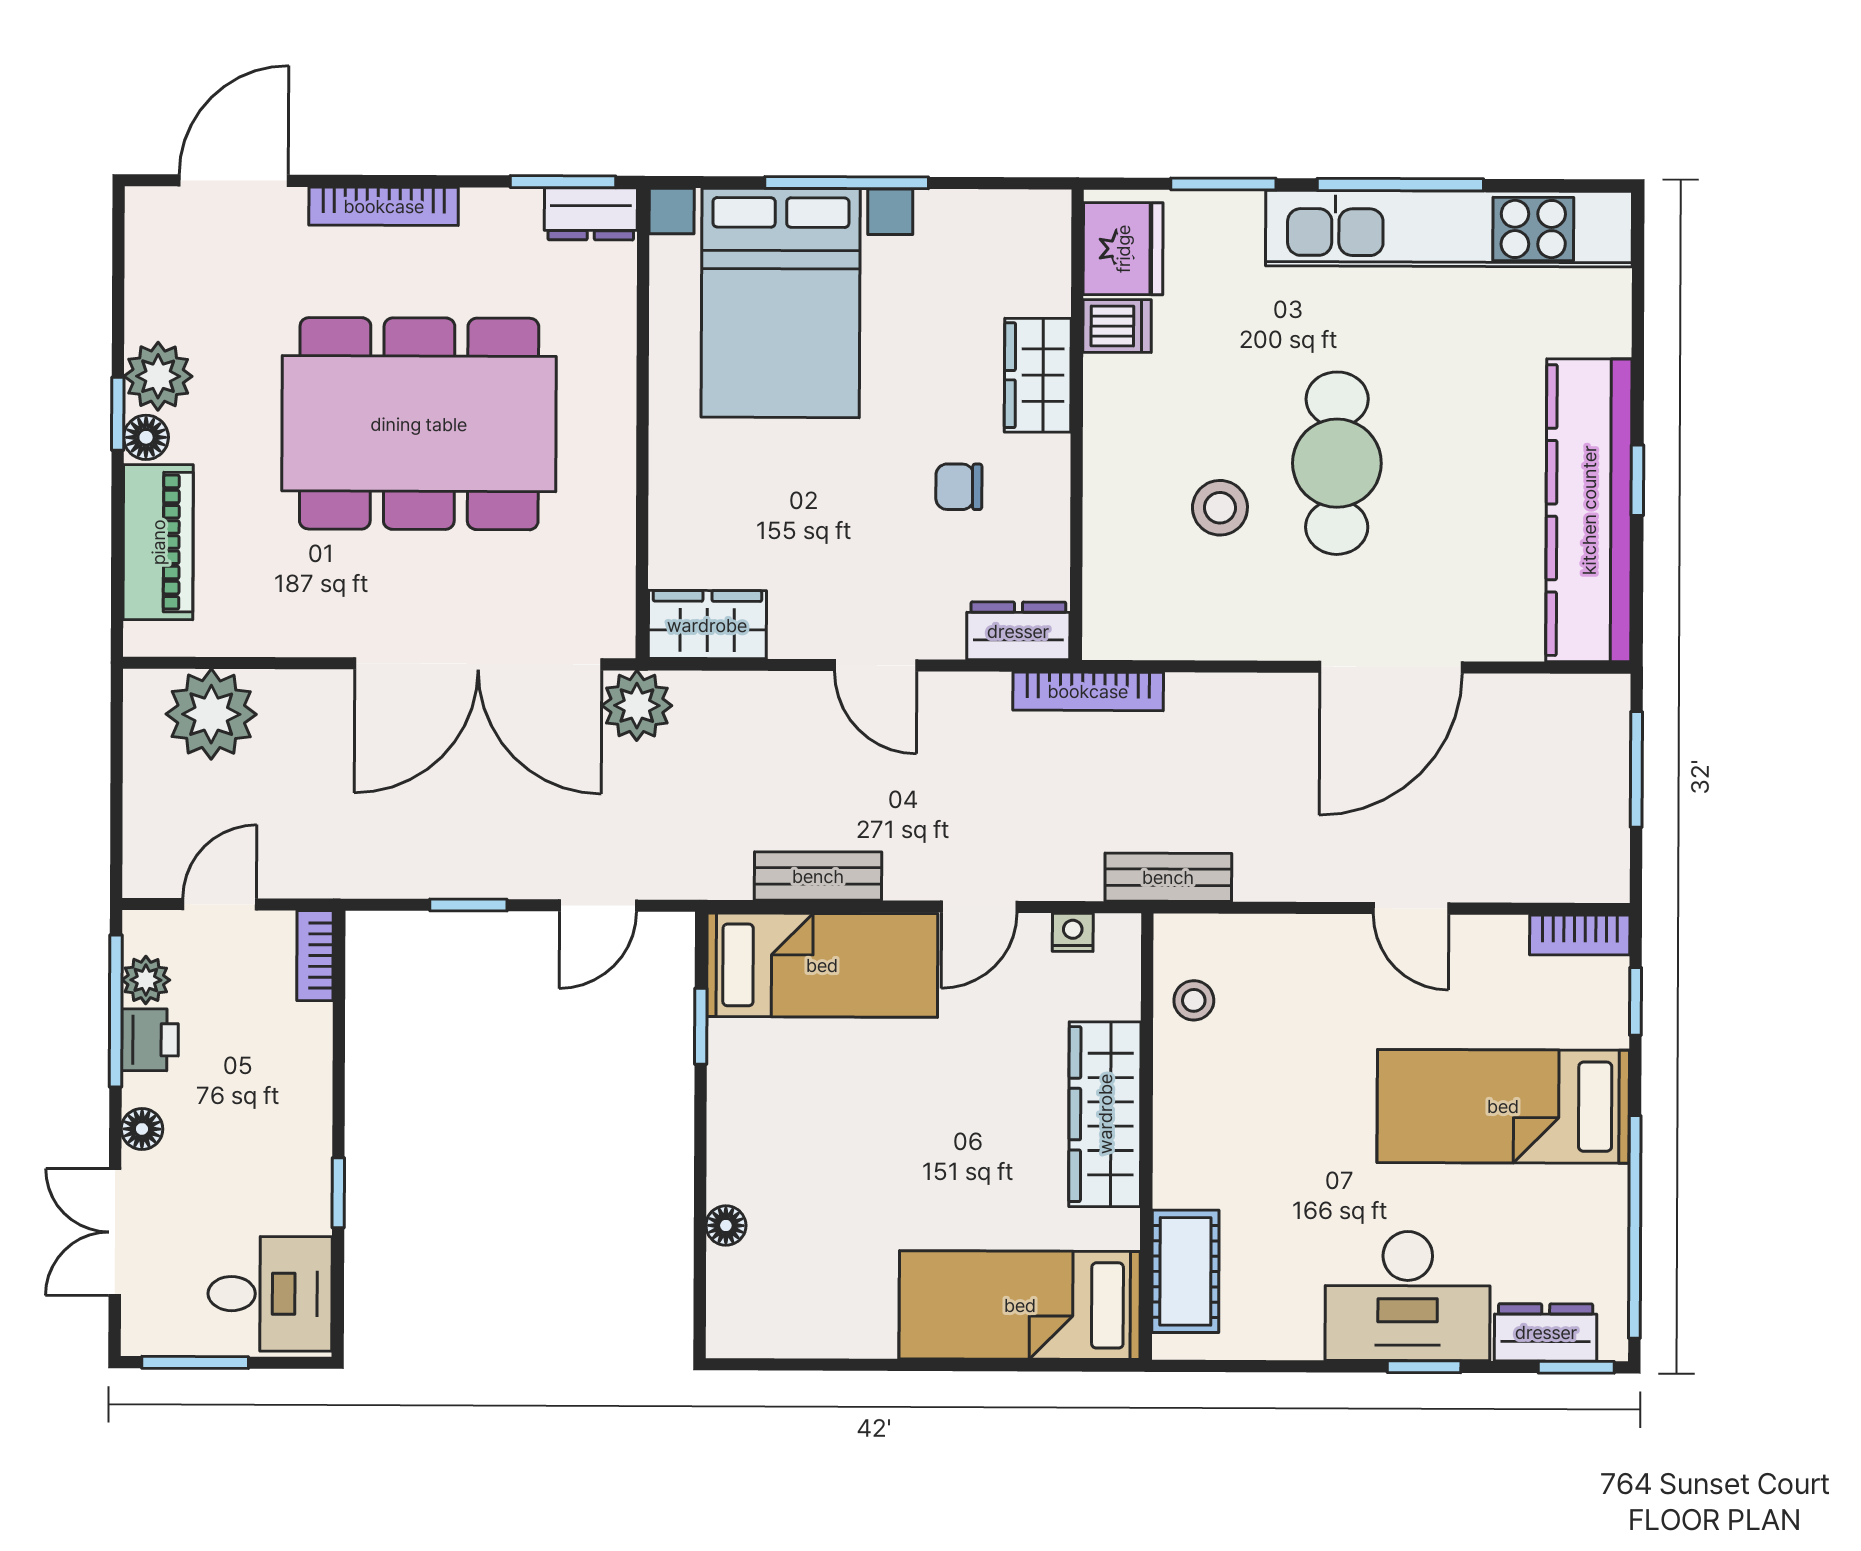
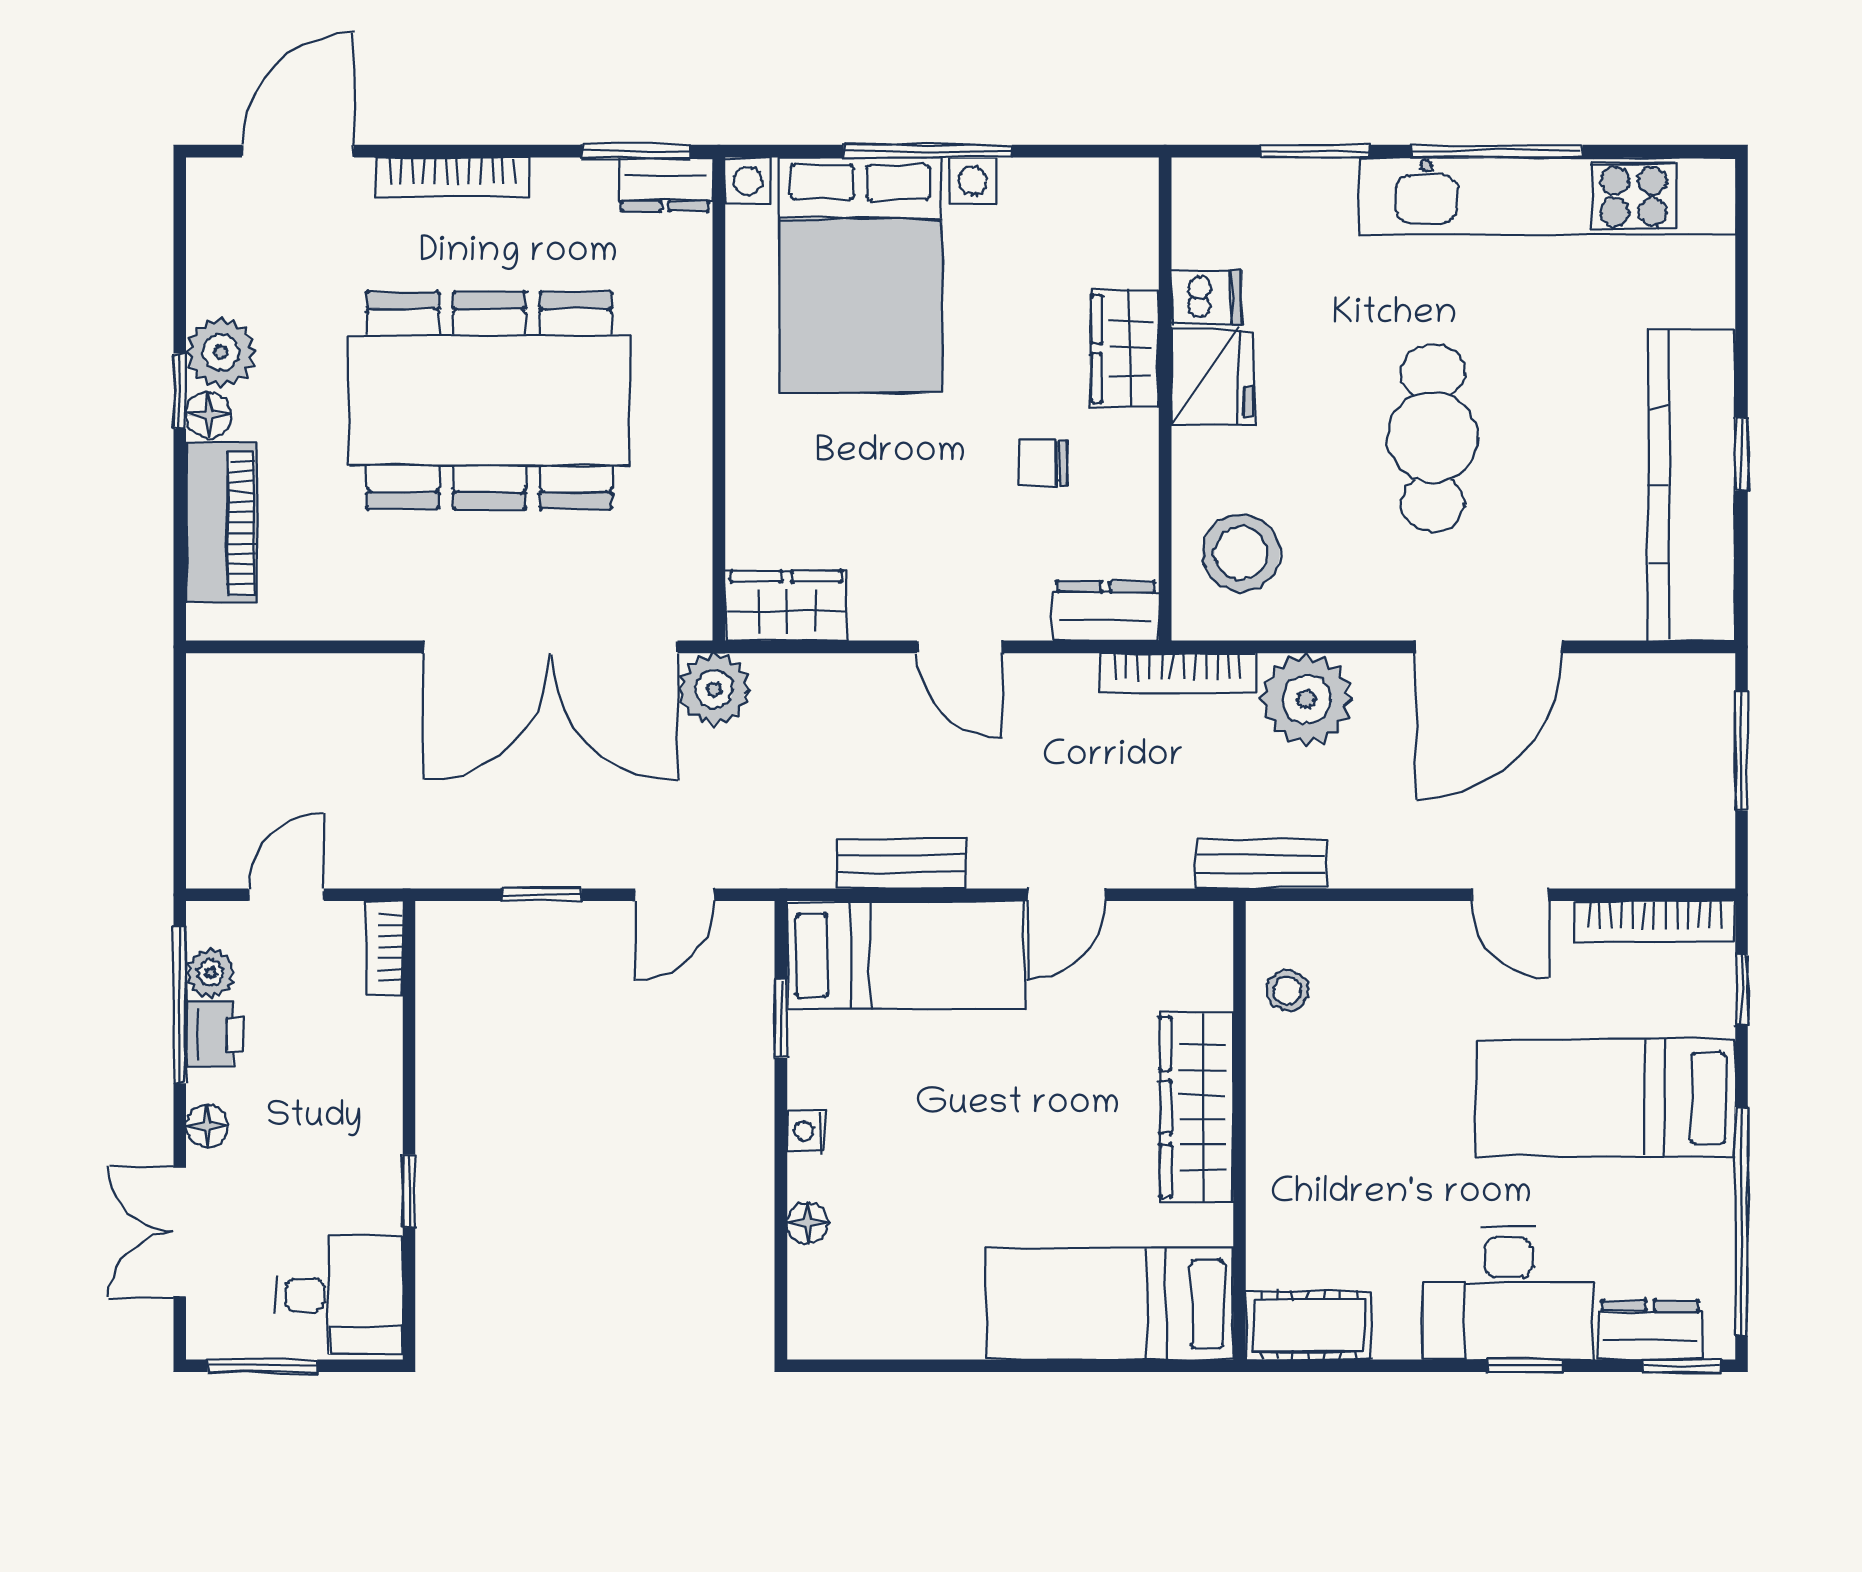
fridge: (1123, 249) -> (1212, 377), moved
stool: (1220, 508) -> (1241, 553), moved, width x1.38, depth x1.38
plant: (211, 714) -> (1306, 700), moved
nightstand: (1073, 932) -> (807, 1131), moved, turned -90
bookcase: (1580, 935) -> (1655, 922), width x1.56
cot: (1185, 1271) -> (1309, 1325), moved, turned 90

